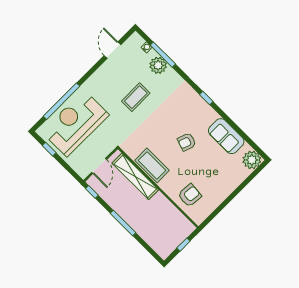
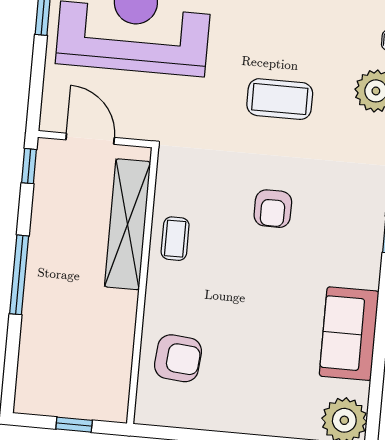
armchair: (187, 142) -> (273, 209), moved, turned -109
coffee table: (152, 165) -> (175, 239), width x0.54, depth x0.58
door: (99, 166) -> (90, 139), swing flipped

